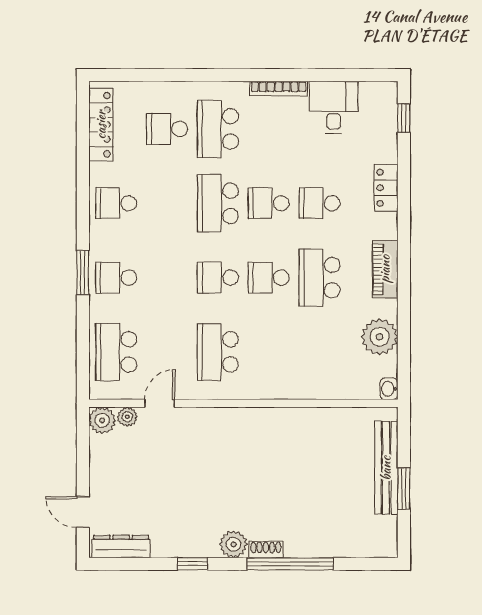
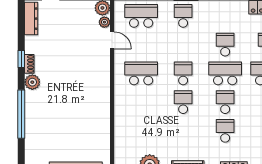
school desk: (116, 203) -> (225, 45), moved
school desk: (320, 278) -> (183, 131), removed
shoe rack: (266, 550) -> (29, 64), moved

